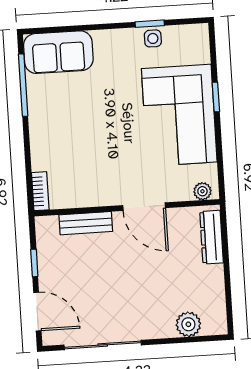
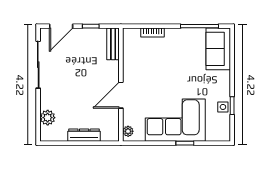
bookcase: (40, 191) -> (153, 33), moved
bench: (86, 223) -> (113, 44), moved
dresser: (212, 237) -> (84, 135), moved

